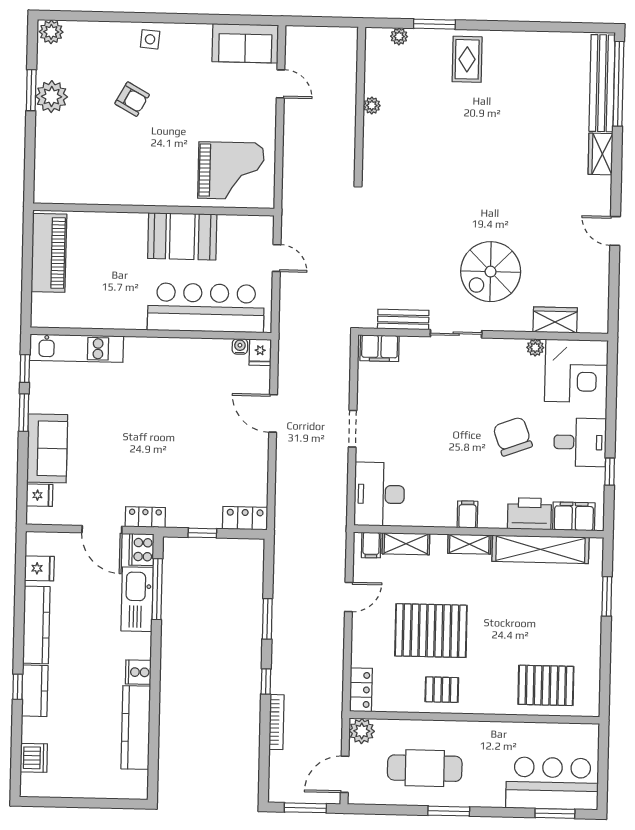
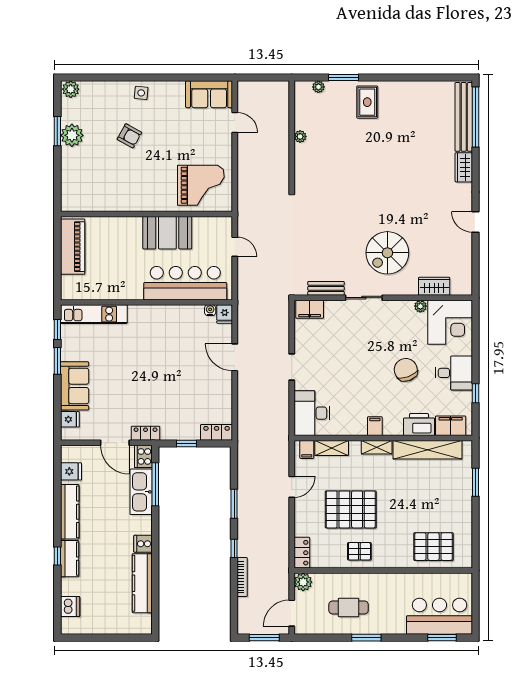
cafe table: (425, 768) -> (349, 607), width x0.73, depth x0.74

